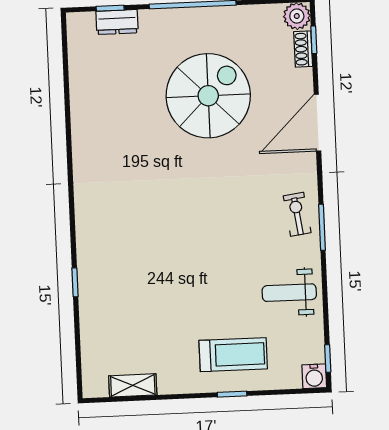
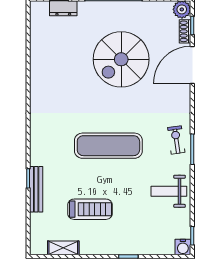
spiral stairs: (208, 96) -> (121, 59), turned 180
door: (317, 123) -> (192, 65), moved
exercise mat: (195, 227) -> (108, 146), added
bench: (88, 298) -> (36, 189), added
treadmill: (233, 355) -> (90, 209), moved

